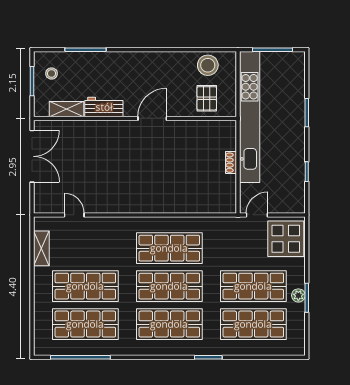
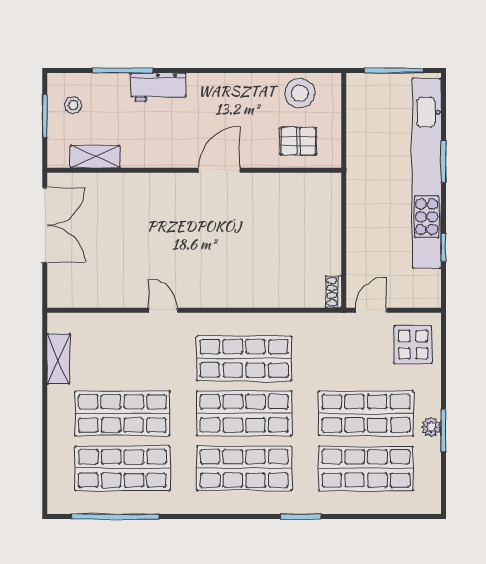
pallet: (207, 98) -> (298, 141), turned 90
workbench: (104, 107) -> (158, 87), moved, turned 180
kitchen unit: (250, 117) -> (427, 173), moved, turned 180
shoe rack: (231, 163) -> (334, 292), moved
door: (74, 215) -> (163, 310), moved
display table: (286, 239) -> (413, 345), width x0.73, depth x0.73

